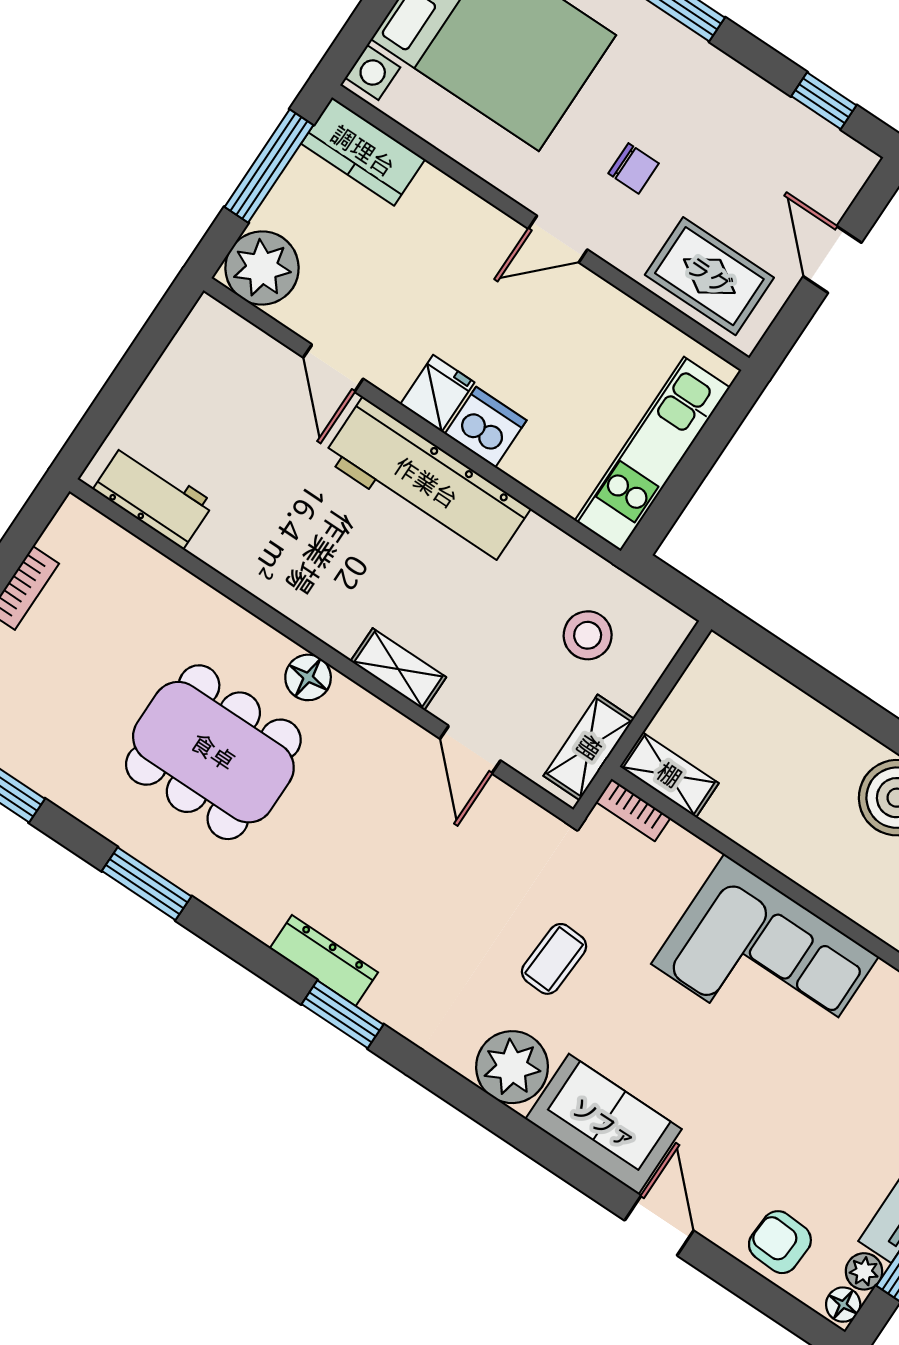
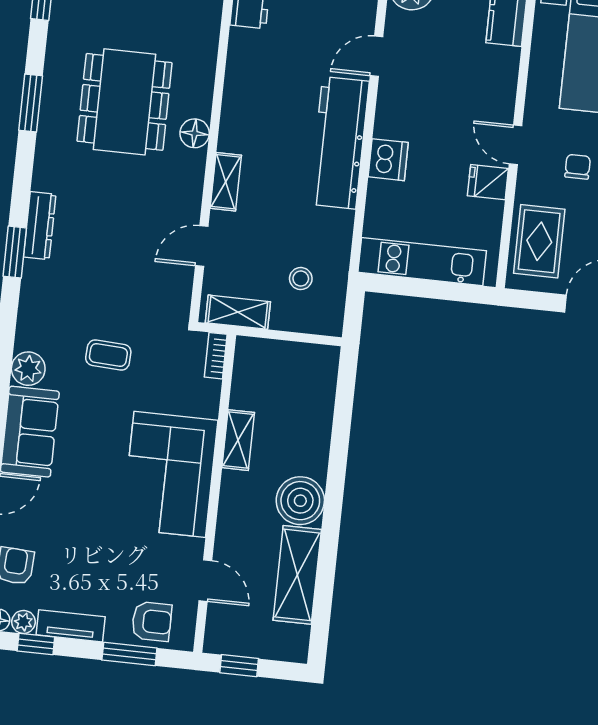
chair: (634, 168) -> (578, 167), turned 180
fridge: (437, 393) -> (488, 182), moved, turned 180
stool: (588, 635) -> (301, 279), width x0.73, depth x0.73
shelving: (669, 775) -> (238, 440), moved
plant: (512, 1067) -> (28, 369), width x0.73, depth x0.73

